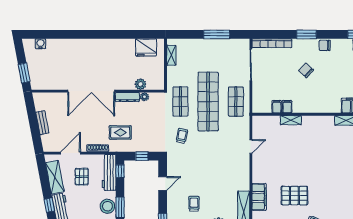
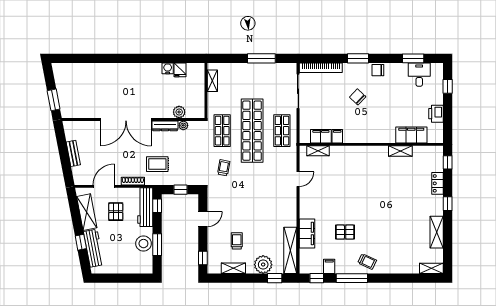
water cooler: (40, 44) -> (168, 68), moved
fridge: (146, 47) -> (180, 70), width x0.53, depth x0.75
filing cabinet: (277, 107) -> (321, 136), width x2.00
shelving: (291, 120) -> (318, 151), moved
pallet: (294, 196) -> (345, 232), width x0.67, depth x0.71

